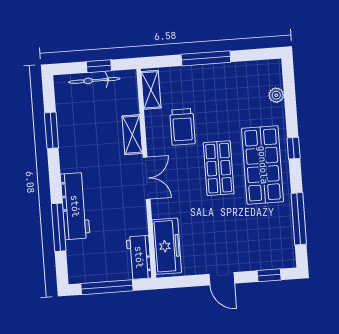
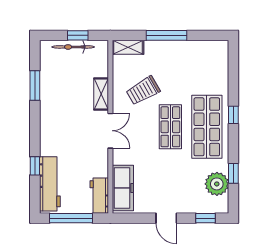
shelving: (151, 90) -> (128, 47), moved, turned 90
plant: (276, 95) -> (217, 184), moved, width x1.88, depth x1.88
trolley: (182, 127) -> (143, 91), turned 60
workbench: (75, 206) -> (50, 184), moved
window: (299, 219) -> (233, 173), width x0.46
window: (59, 227) -> (35, 166), width x0.46

